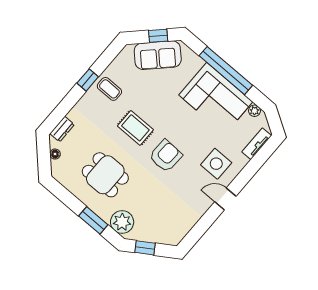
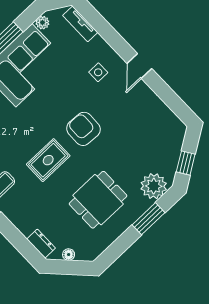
side table: (216, 164) -> (98, 72), width x0.54, depth x0.54

